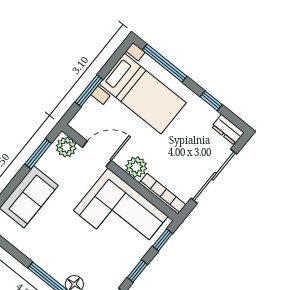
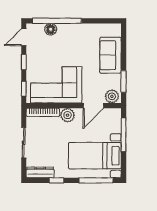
window: (89, 91) -> (124, 135), width x1.44
dresser: (228, 130) -> (40, 172), width x1.44
sliding door: (214, 176) -> (24, 143), width x0.73

